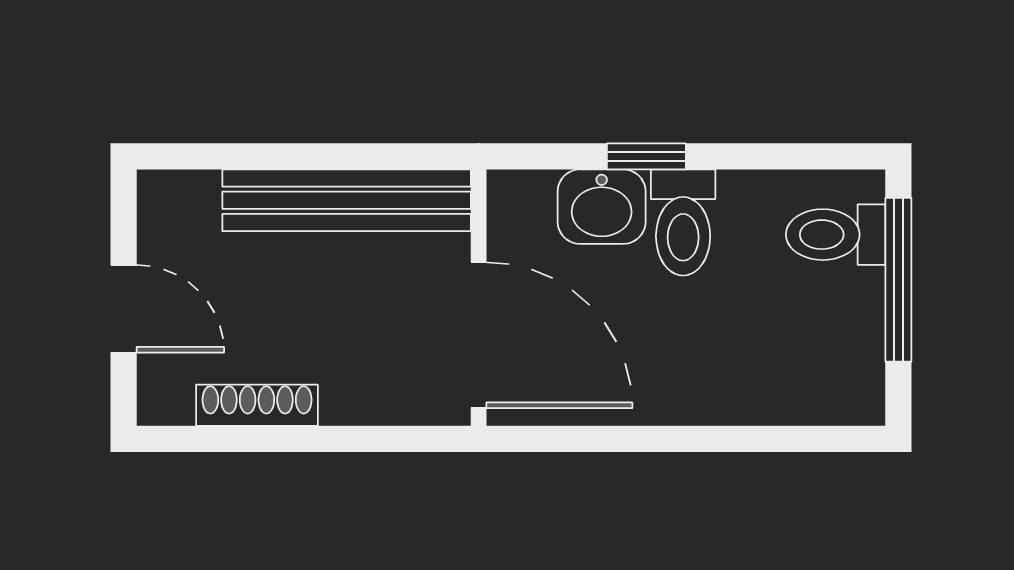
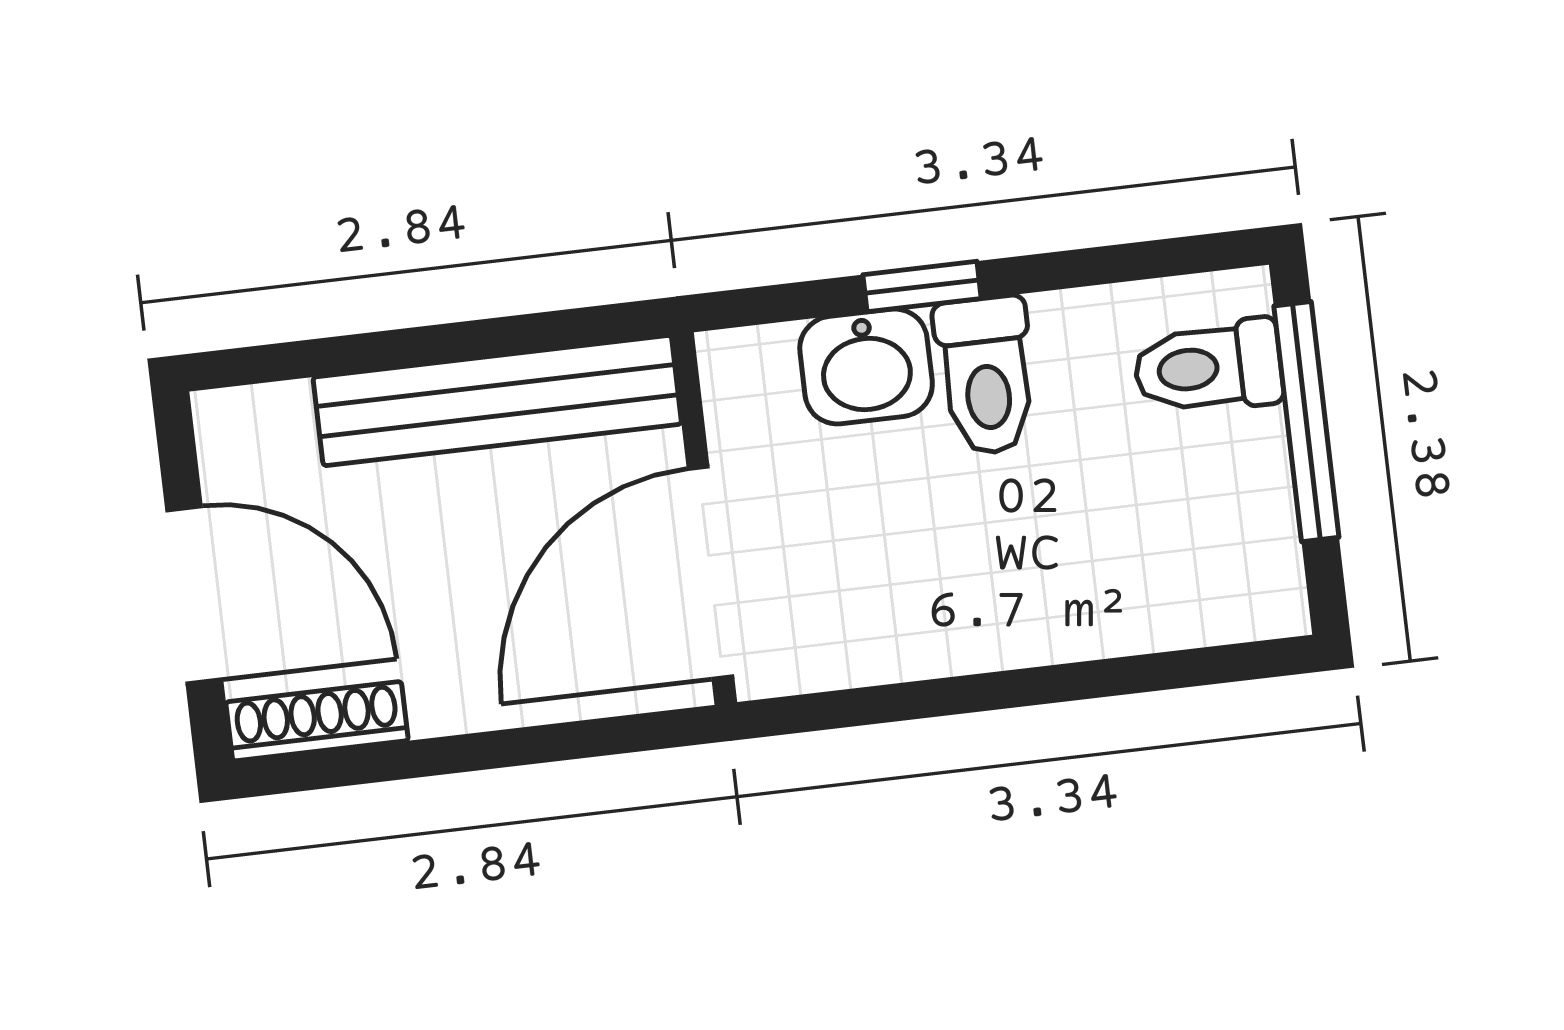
door: (124, 309) -> (194, 595), width x1.37
door: (479, 335) -> (710, 573), swing flipped
shoe rack: (257, 405) -> (317, 721), moved

